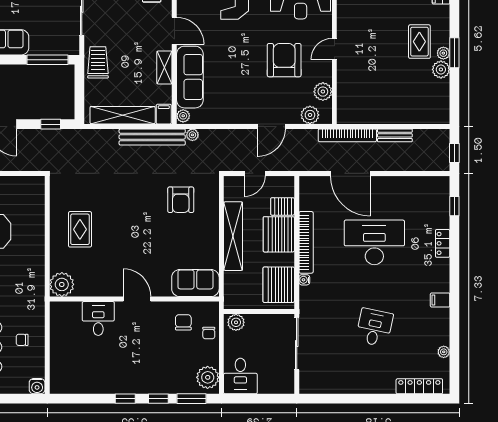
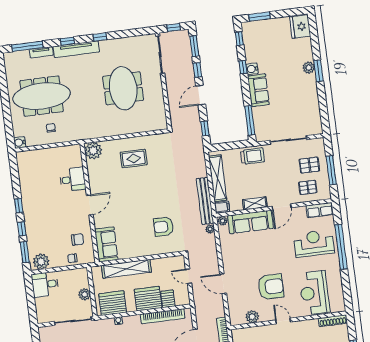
plant: (310, 115) -> (235, 310), removed
shelving: (233, 236) -> (126, 269), moved
bookcase: (306, 242) -> (163, 316), moved
plant: (236, 322) -> (85, 294), moved

